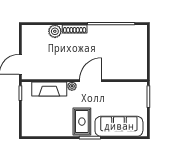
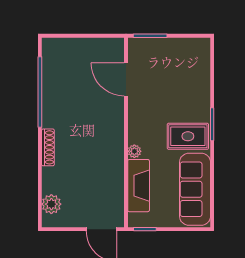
plant: (55, 31) -> (51, 204), moved
door: (91, 81) -> (126, 80), moved
sofa: (119, 126) -> (195, 189), moved

